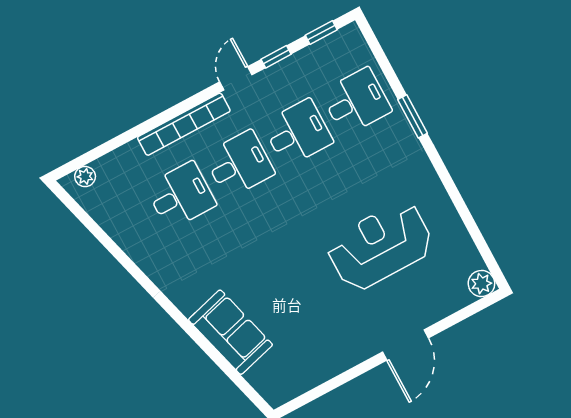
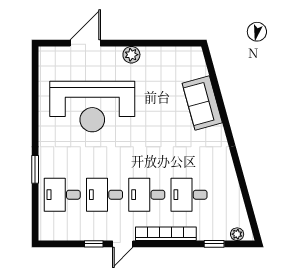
window: (321, 33) -> (214, 244), moved
reception desk: (380, 246) -> (92, 106), width x1.36, depth x1.30
plant: (481, 284) -> (131, 55), moved
door: (405, 345) -> (85, 43), moved

